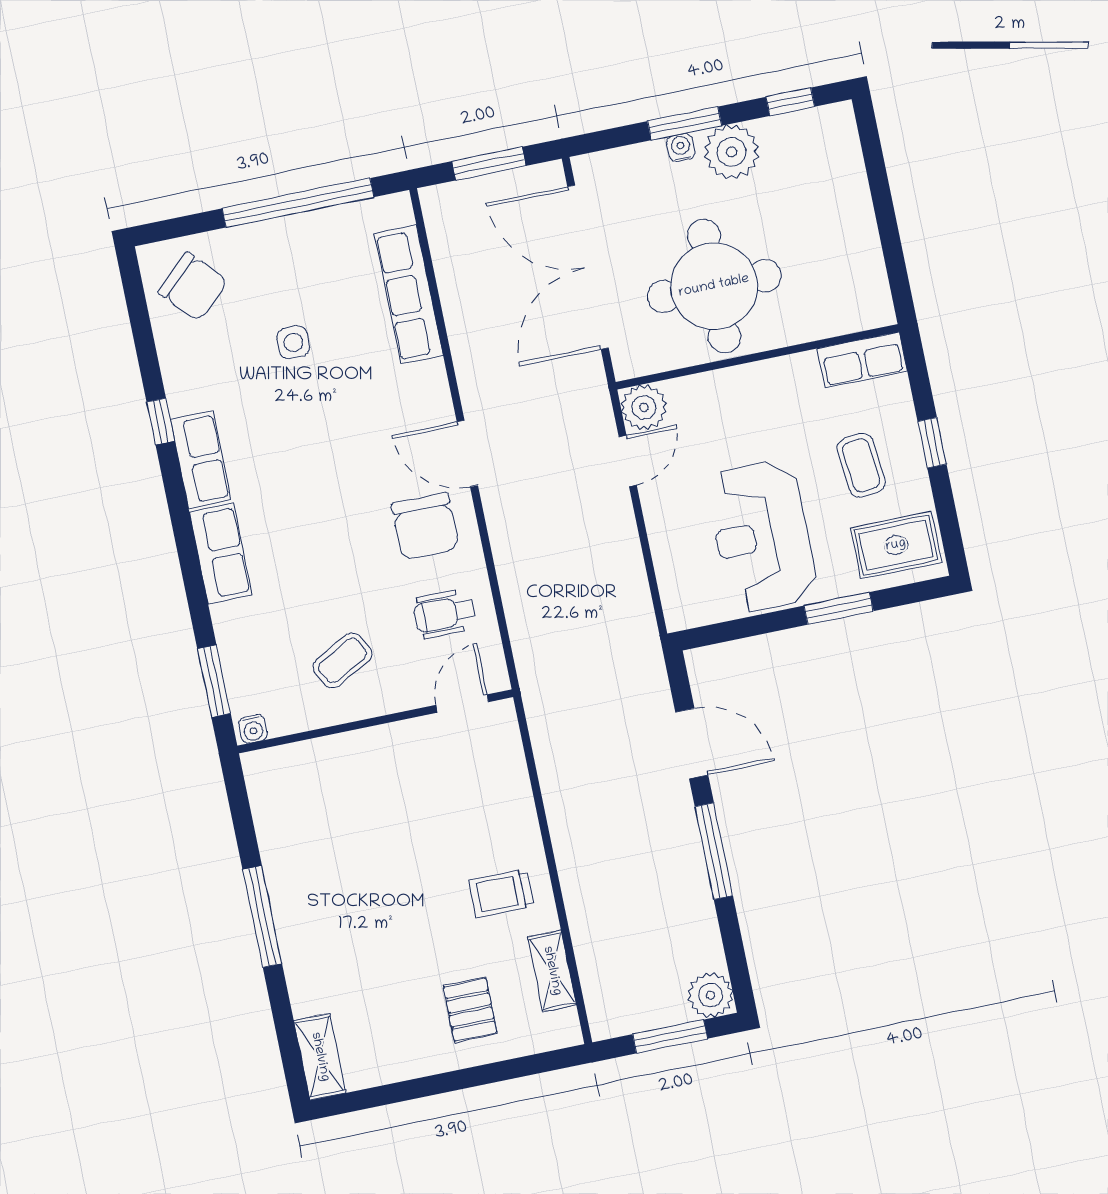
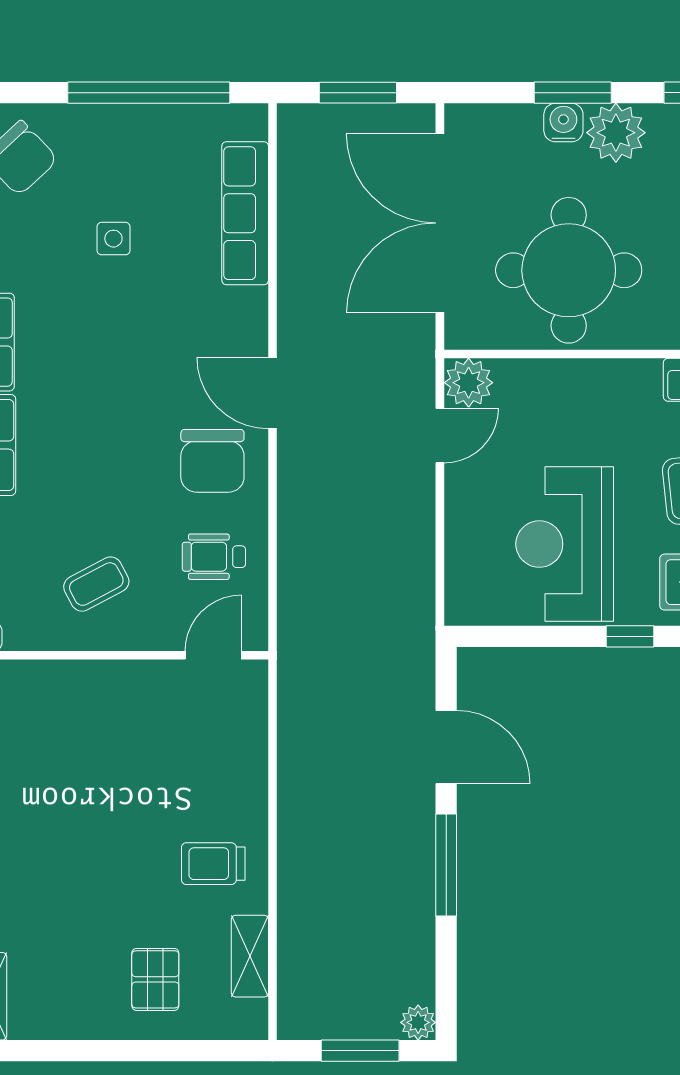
water cooler: (681, 147) -> (563, 123), width x1.38, depth x1.38
window: (839, 608) -> (630, 636), width x0.67
plant: (710, 995) -> (418, 1022), width x0.73, depth x0.73

